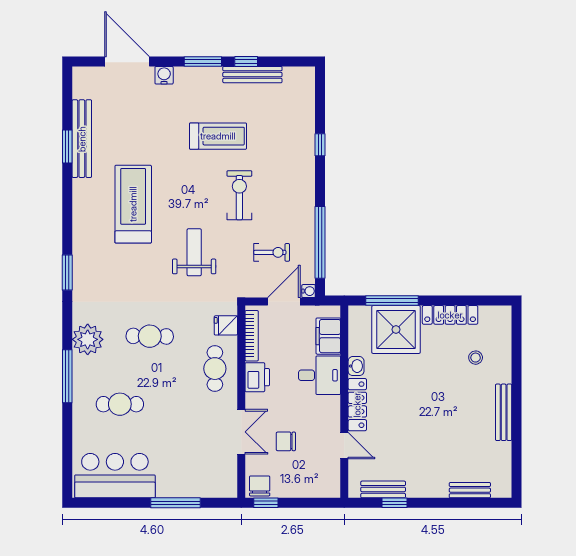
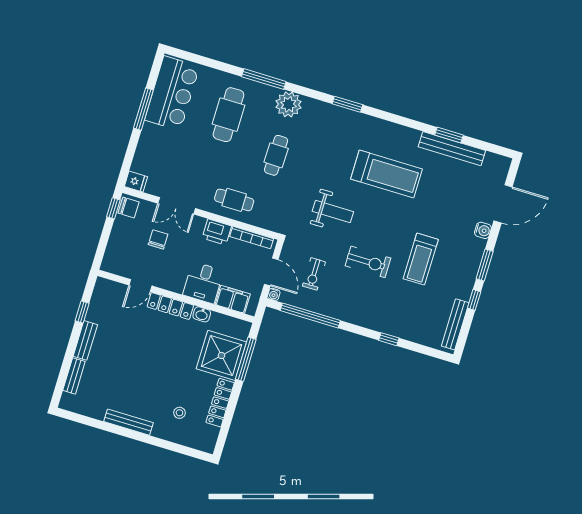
bench: (252, 75) -> (455, 324), moved
fridge: (226, 325) -> (136, 182), moved, turned 90
cafe table: (120, 404) -> (228, 115), width x1.37, depth x1.35
bench: (383, 489) -> (85, 340), moved
window: (176, 503) -> (143, 109), moved

